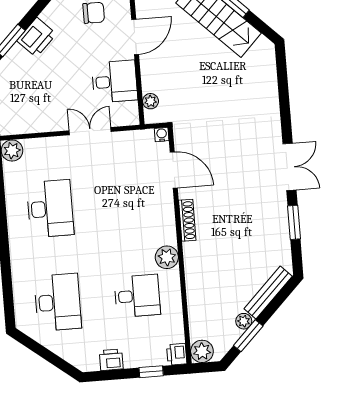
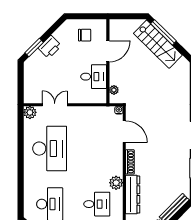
double door: (90, 131) -> (55, 105), moved
desk: (50, 209) -> (50, 149), width x1.36, depth x1.30
dresser: (196, 275) -> (133, 195), added

